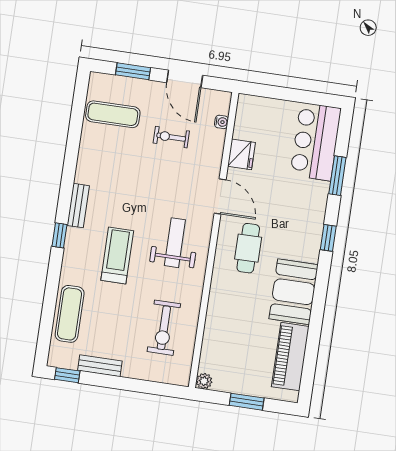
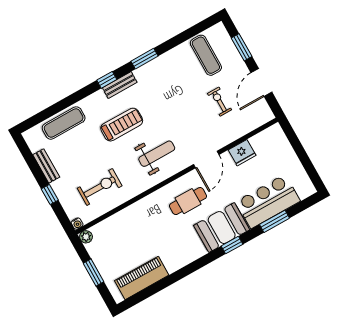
water cooler: (221, 122) -> (77, 224), moved
bar counter: (316, 142) -> (268, 201), moved
window: (68, 180) -> (145, 59), added
bench: (78, 206) -> (120, 85), moved
booth: (294, 292) -> (222, 228), moved
exercise bike: (164, 328) -> (100, 187), turned 180
window: (67, 375) -> (50, 195), moved

